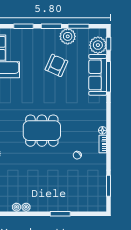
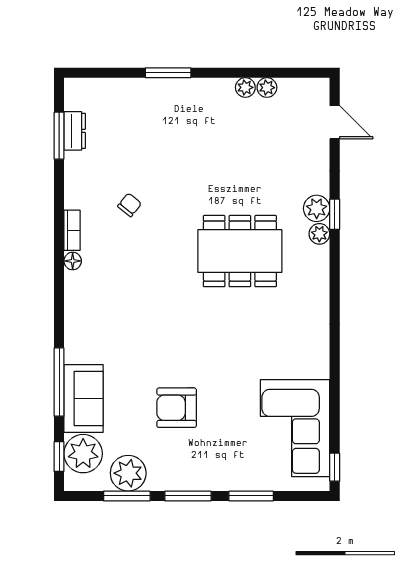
plant: (68, 36) -> (128, 473), moved
armchair: (56, 65) -> (177, 408), turned 66
sofa: (98, 75) -> (84, 399), width x0.73
dining table: (42, 131) -> (240, 251), moved
dresser: (102, 188) -> (75, 131), added

